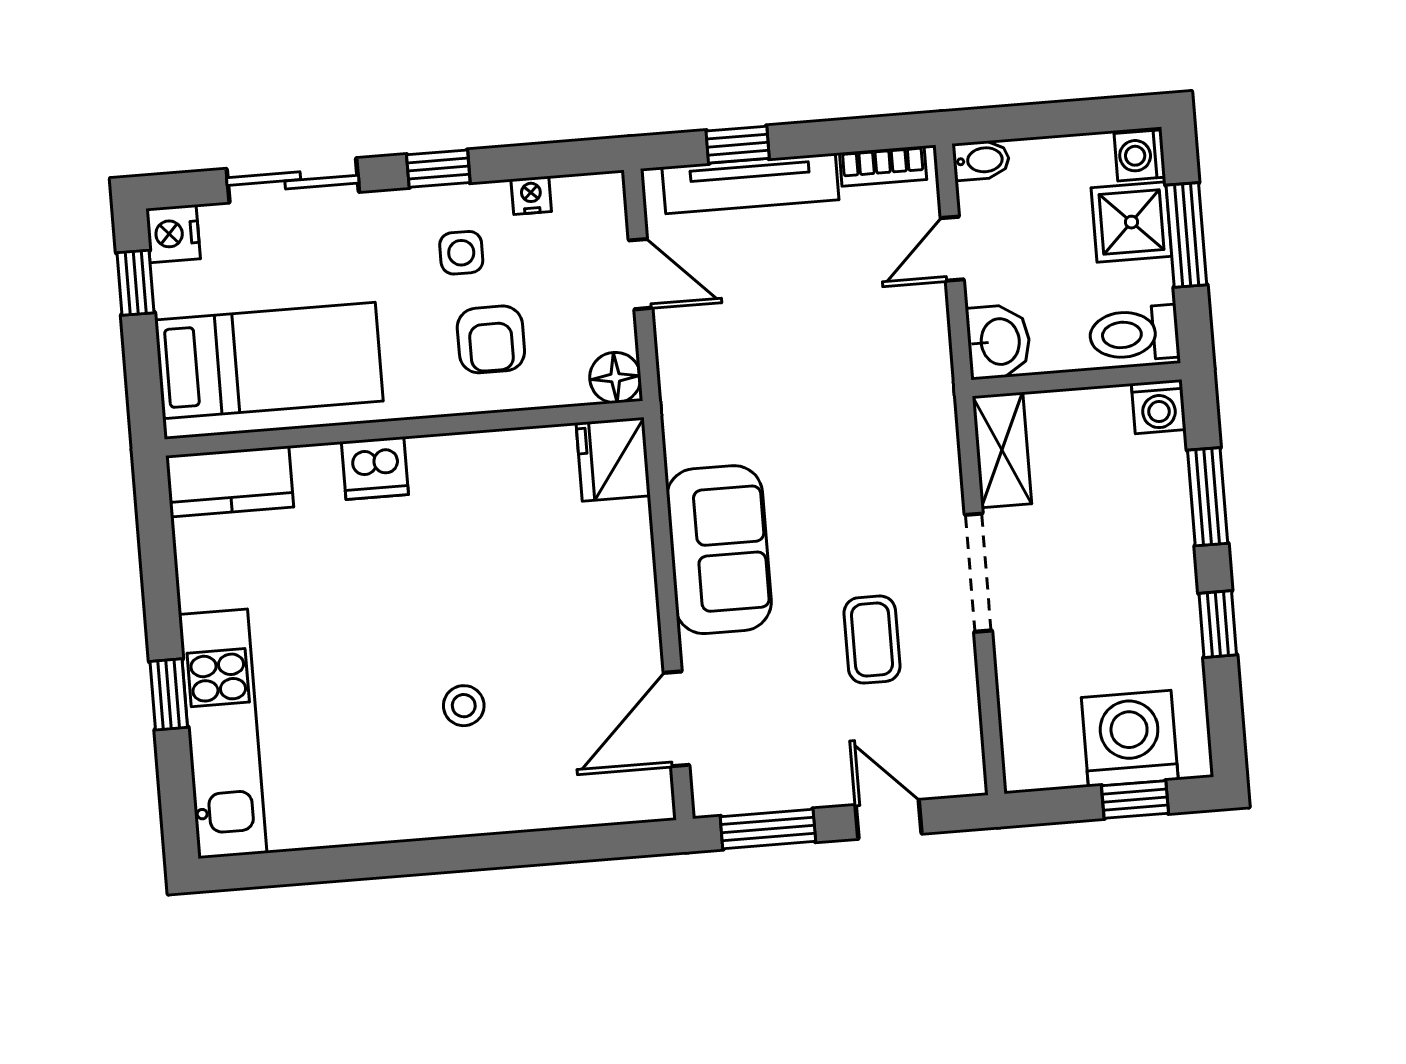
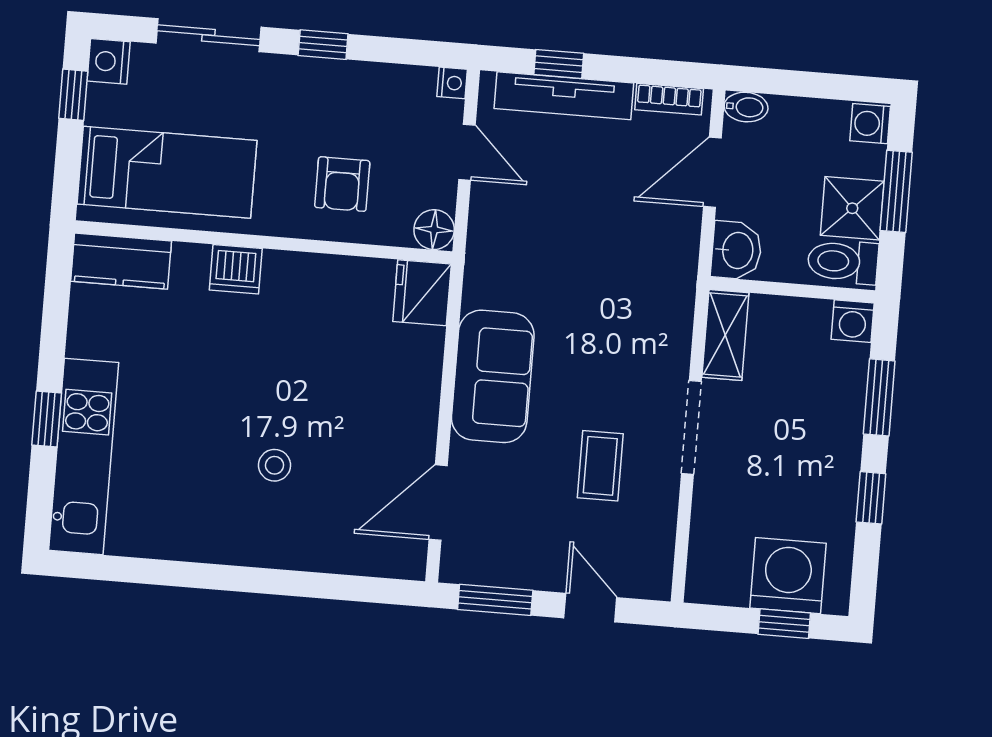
nightstand: (531, 195) -> (452, 83), moved, turned 90
shower: (1131, 222) -> (852, 208), moved
door: (952, 249) -> (712, 172), width x1.37
side table: (461, 253) -> (330, 113), removed

